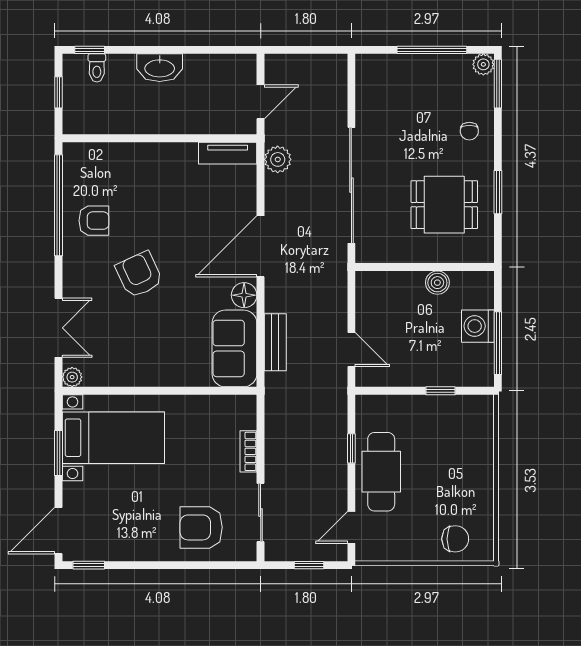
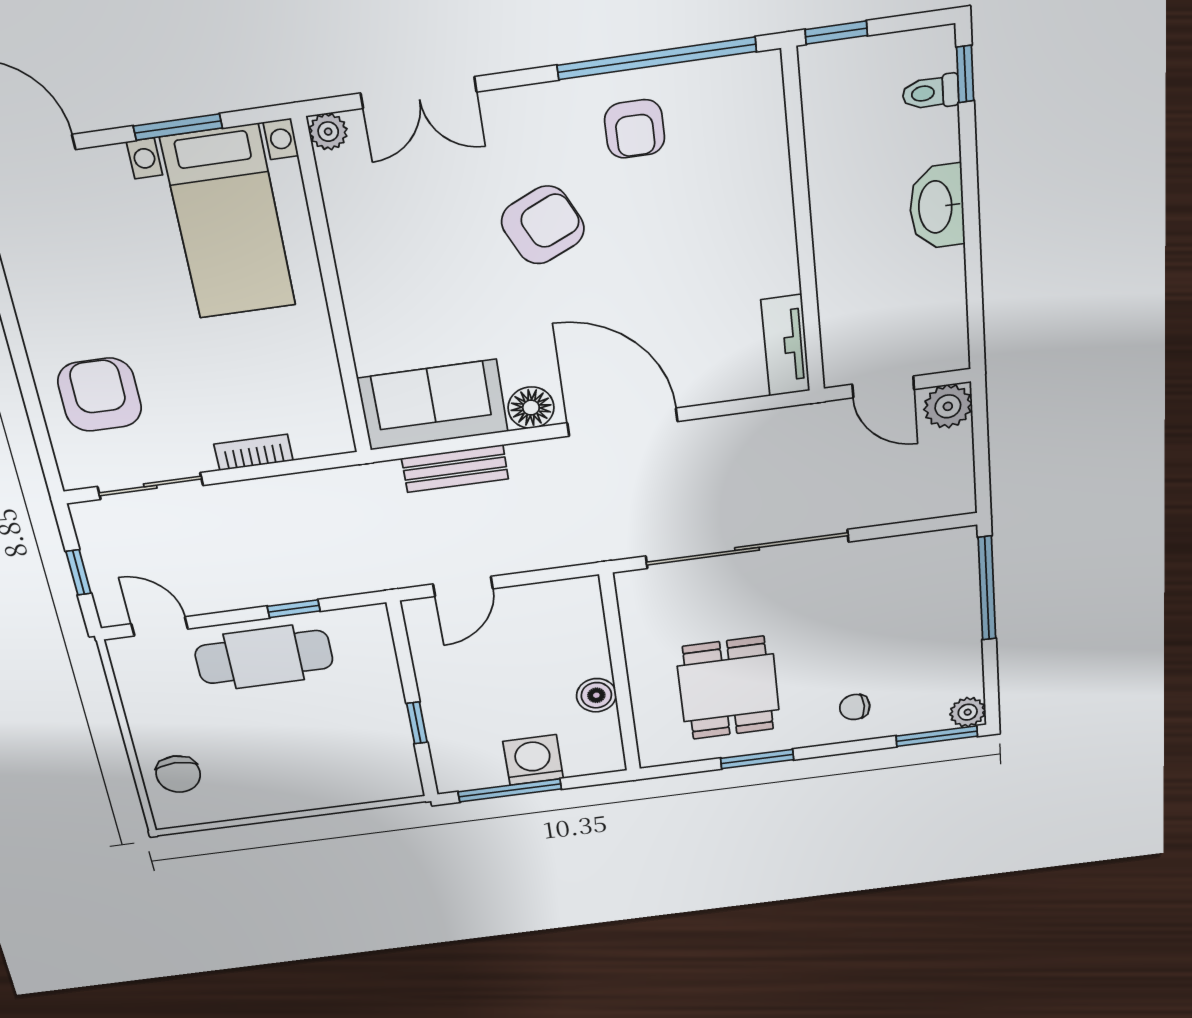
window: (432, 50) -> (987, 588), moved
window: (58, 92) -> (836, 33), moved
plant: (278, 159) -> (948, 406), moved

